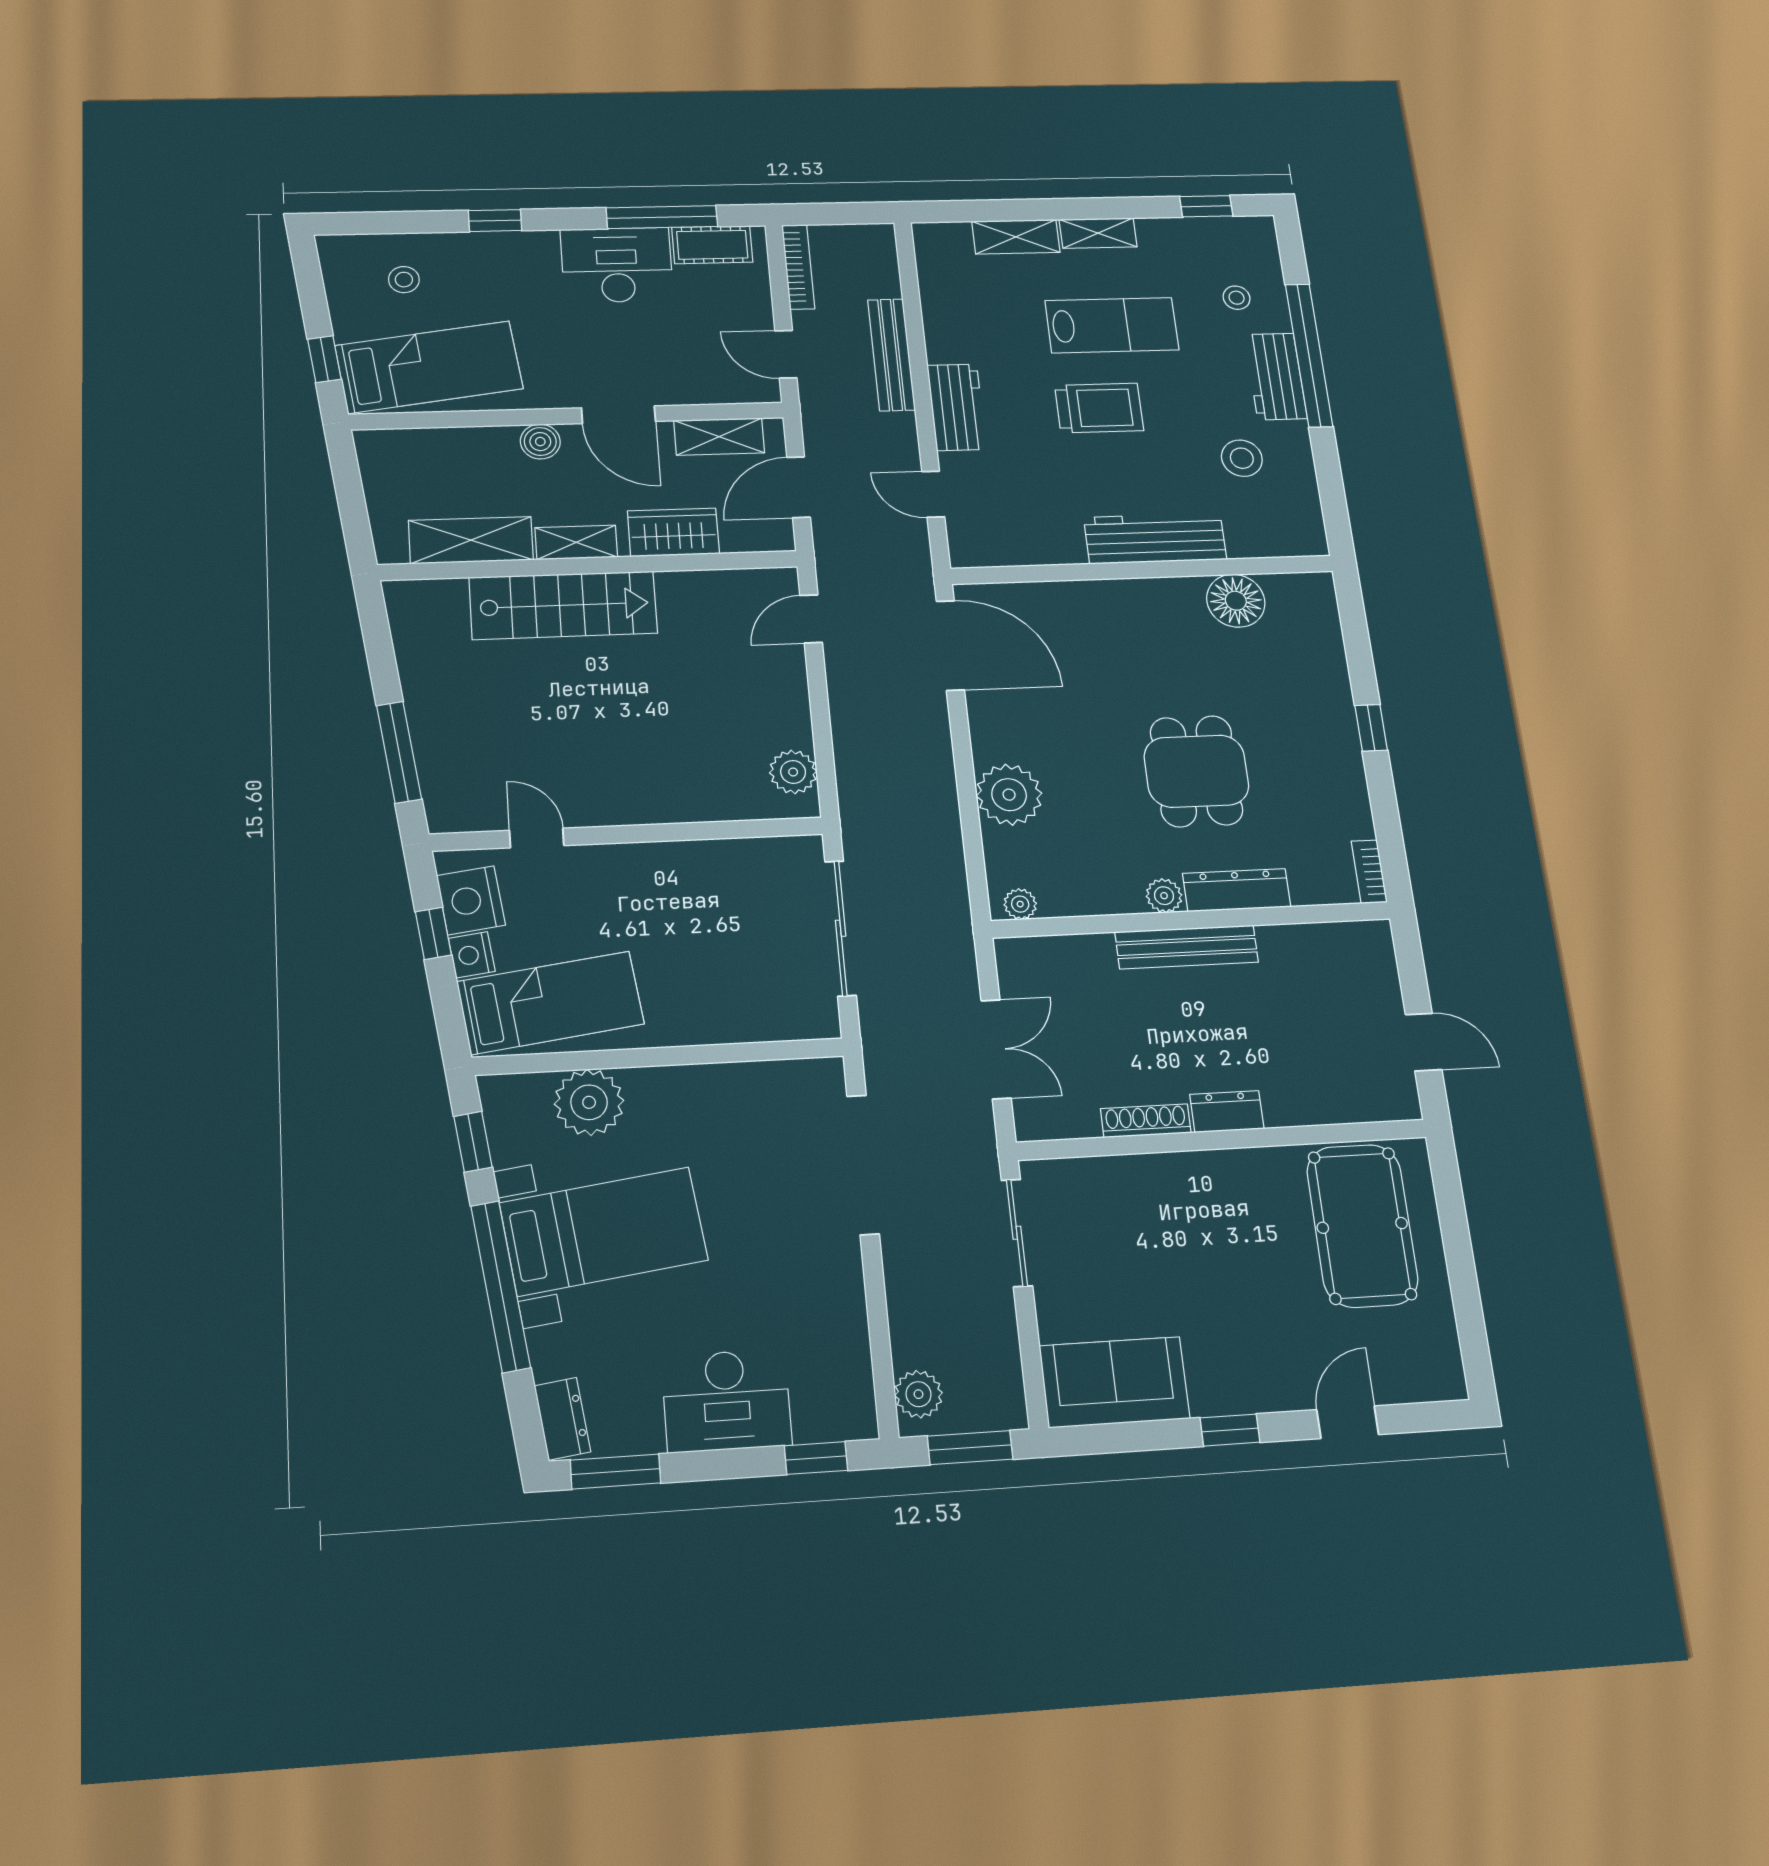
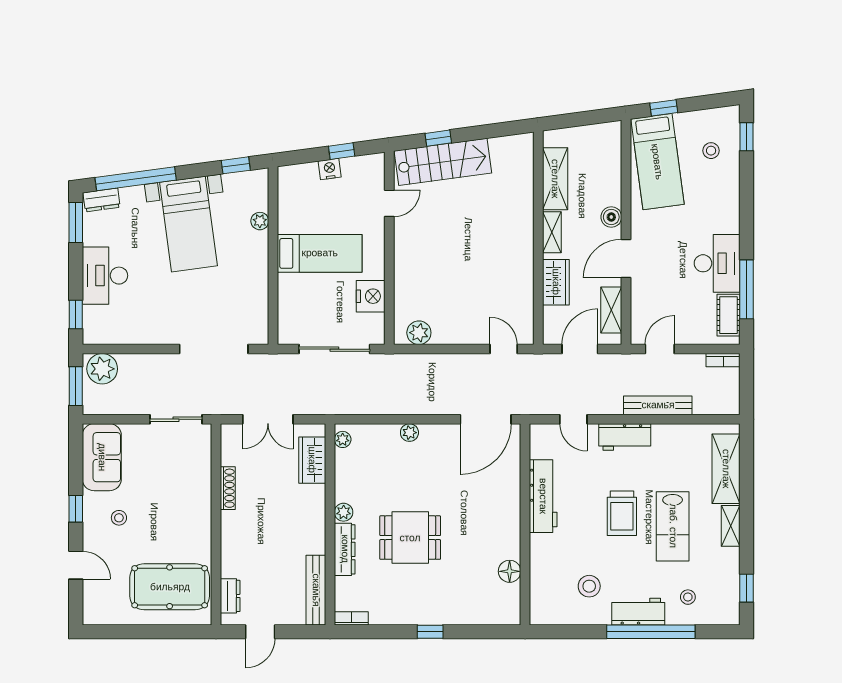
window: (495, 221) -> (746, 137), moved
shelving: (1016, 237) -> (726, 469), width x1.50, depth x1.33
bookcase: (798, 267) -> (723, 360), width x0.64
door: (799, 487) -> (580, 349), hinge flipped
door: (933, 494) -> (573, 419), swing flipped
workbench: (1155, 538) -> (543, 496), moved
floor lamp: (1236, 601) -> (510, 571), width x0.73, depth x0.73
stairs: (563, 605) -> (443, 162), moved, turned -98
window: (399, 752) -> (438, 138), width x0.46
plant: (1009, 795) -> (409, 433), width x0.53, depth x0.53
nightstand: (471, 900) -> (371, 296), moved, turned 98
bench: (1187, 947) -> (316, 590), moved
wardrobe: (1068, 960) -> (312, 460), added
bed: (551, 1003) -> (320, 253), moved, turned -82
plant: (589, 1102) -> (260, 221), width x0.53, depth x0.53
dresser: (1227, 1112) -> (230, 596), moved
window: (500, 1286) -> (136, 179), moved
stool: (1236, 1338) -> (119, 518), added
plant: (919, 1394) -> (102, 369), width x1.36, depth x1.36

